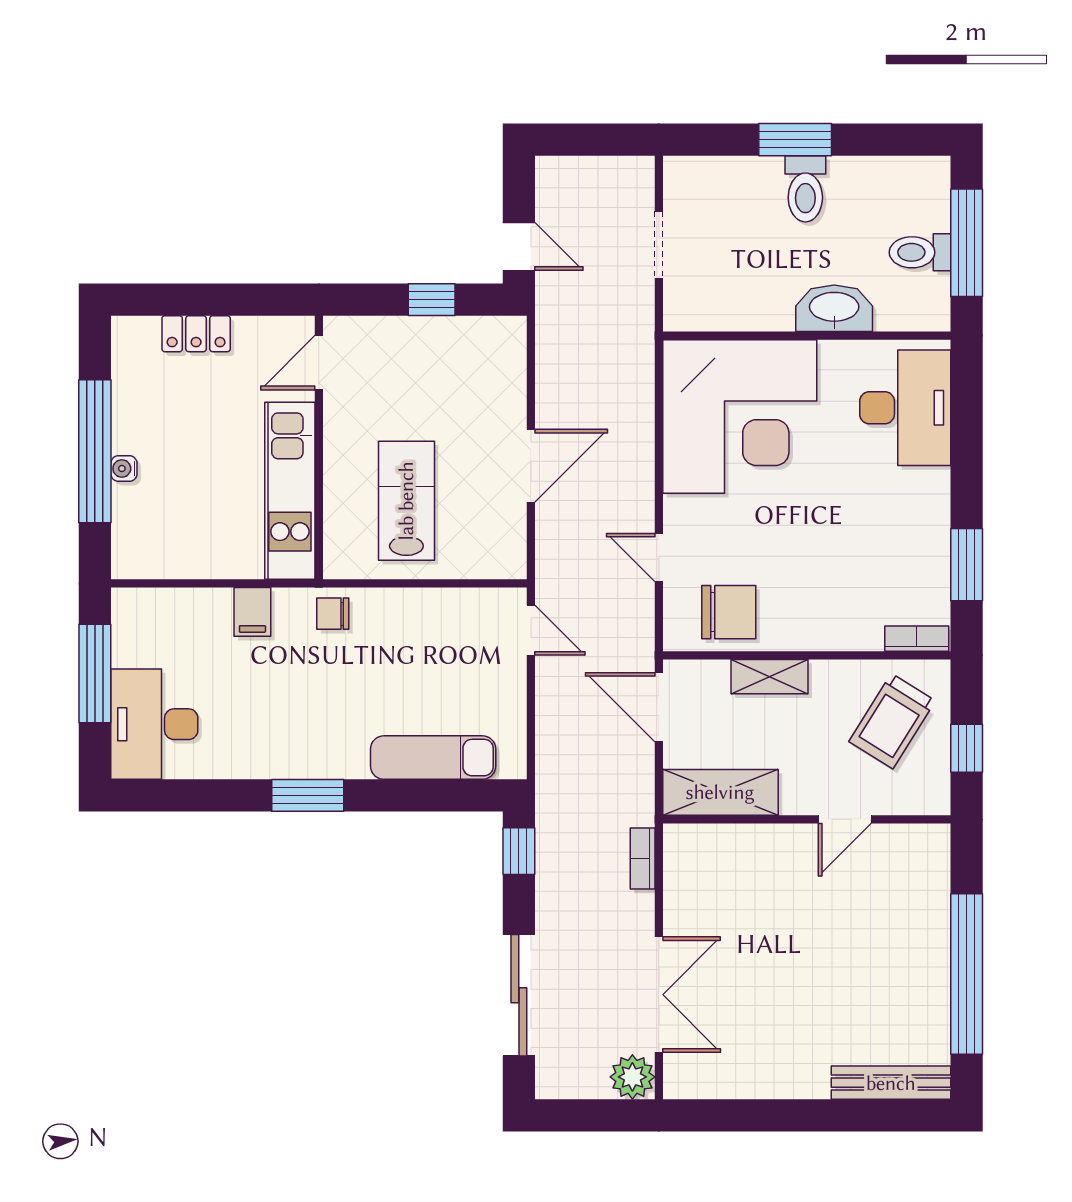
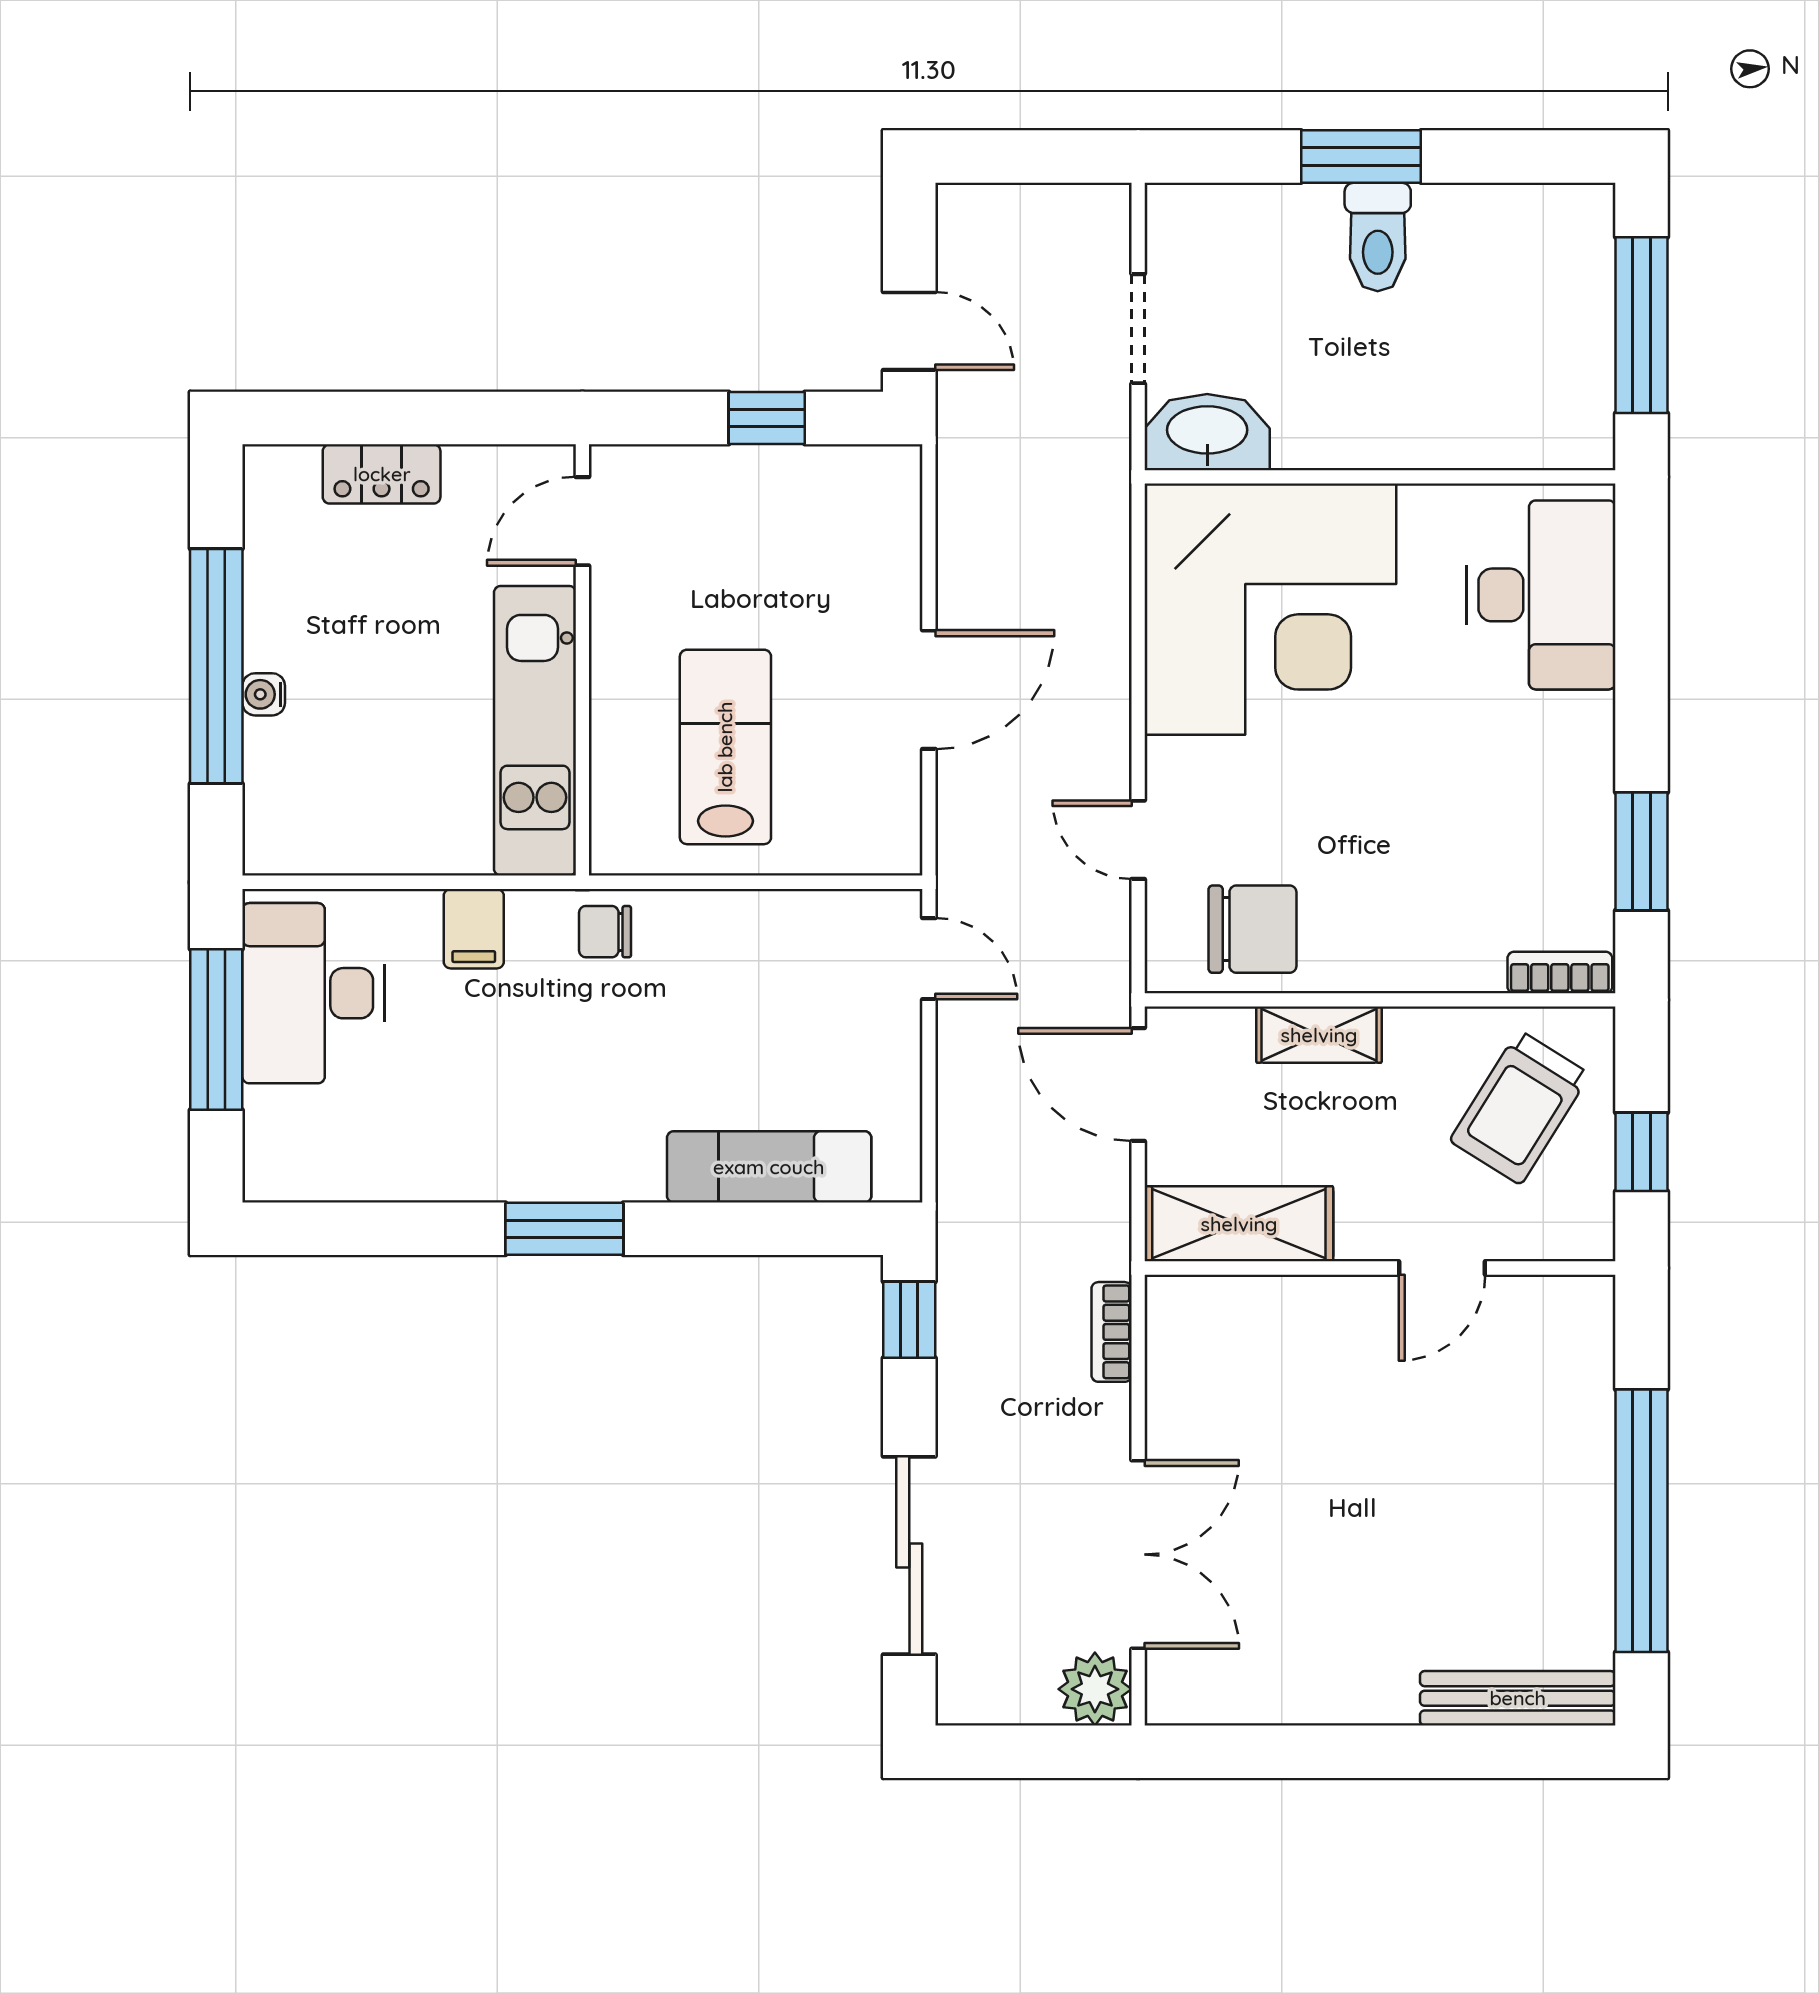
toilet: (920, 252) -> (1565, 341), removed
washbasin: (834, 308) -> (1207, 432), moved
desk: (154, 724) -> (313, 993), moved

